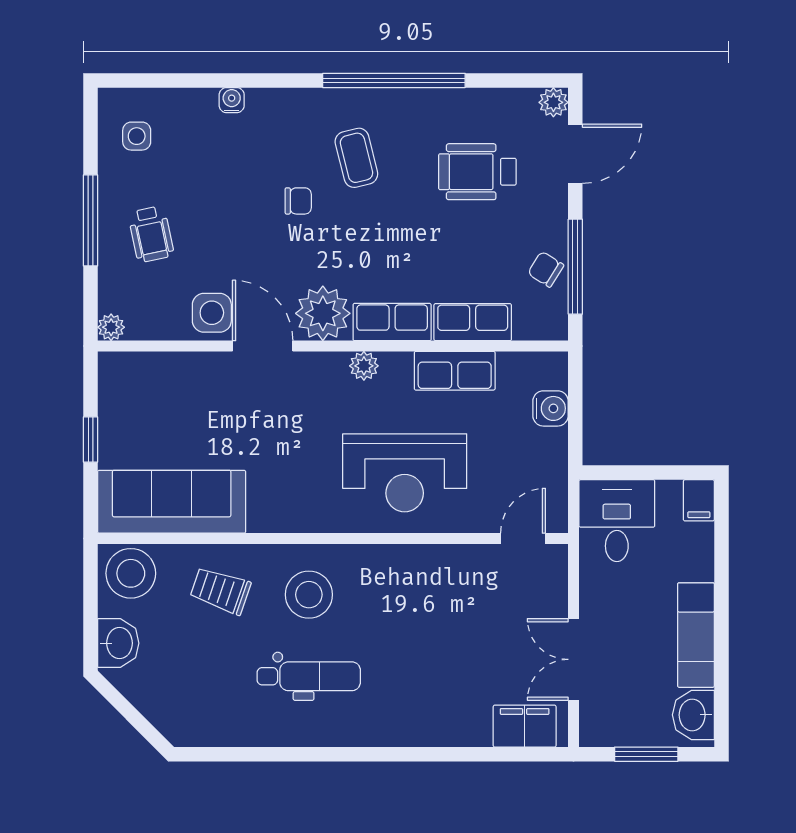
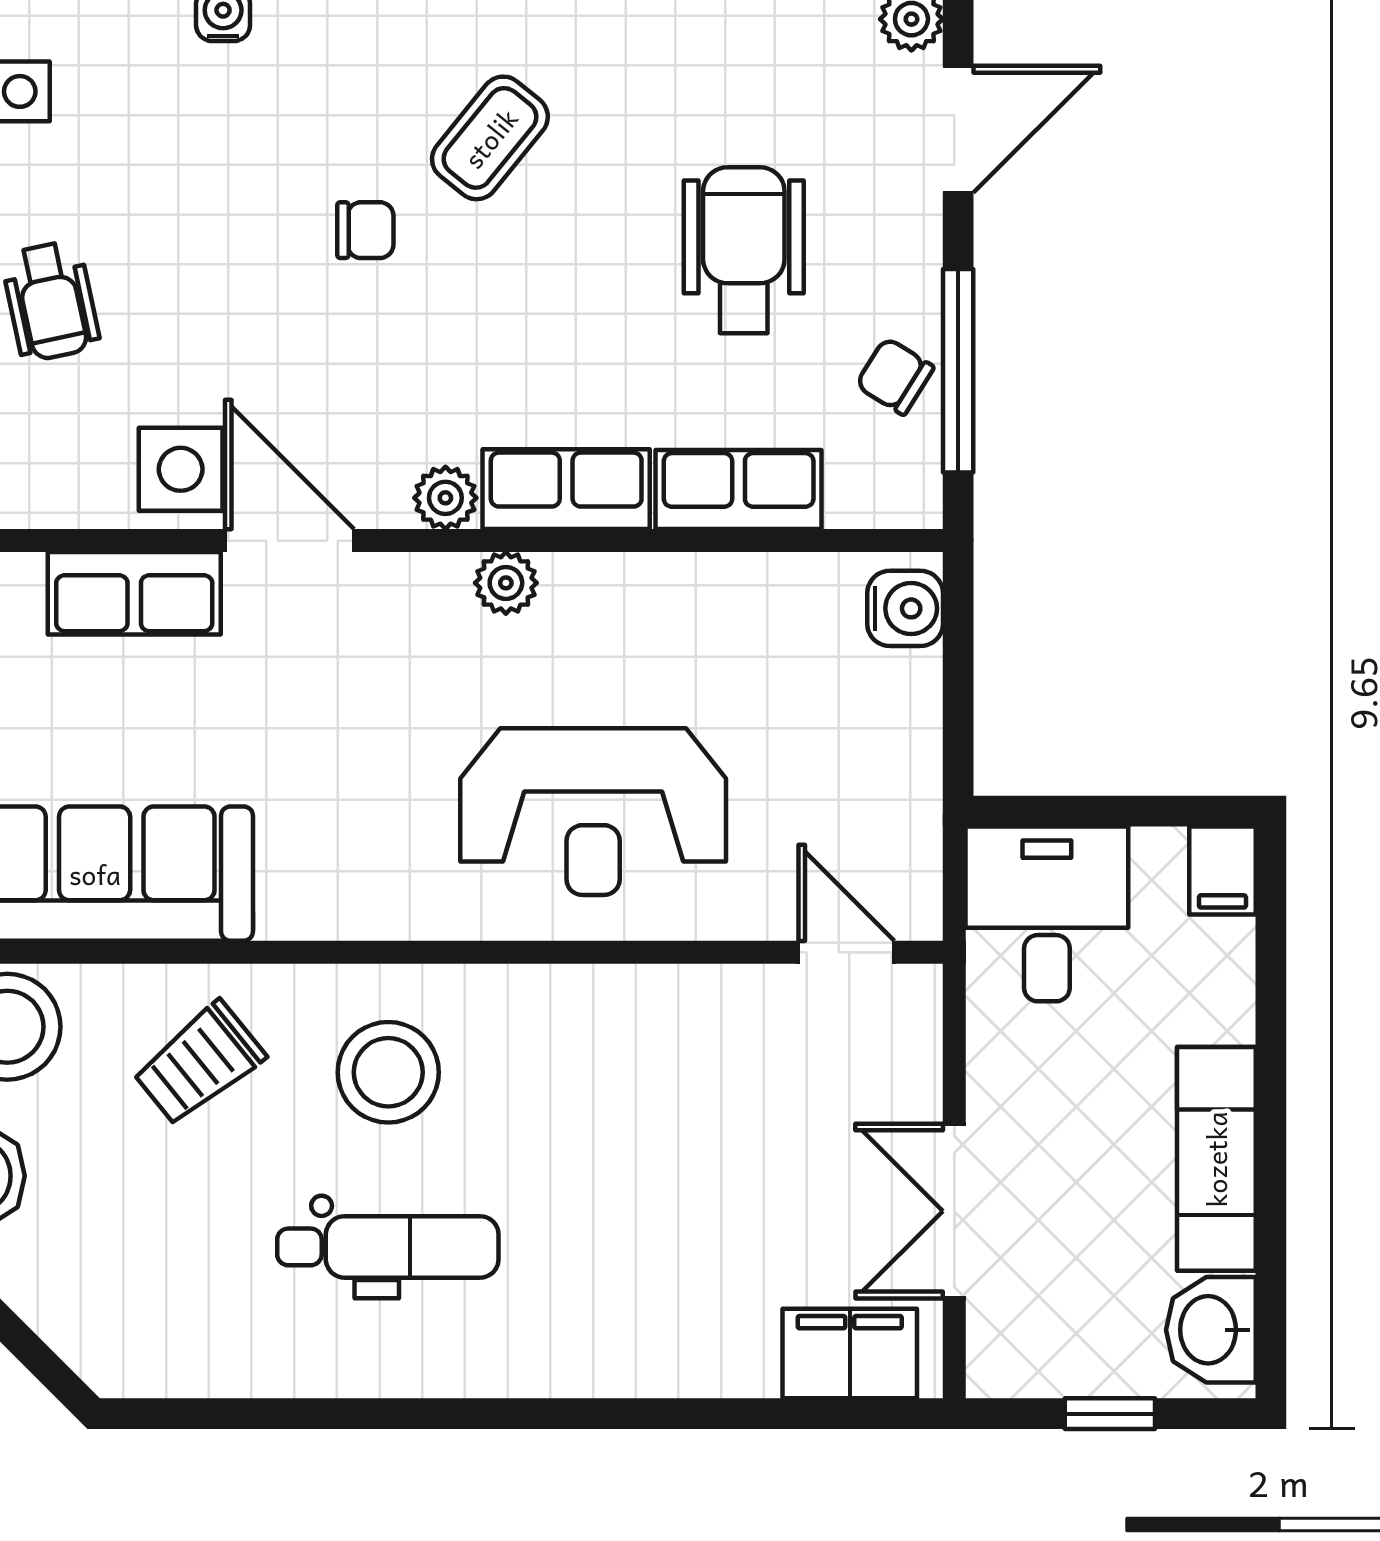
coffee table: (356, 158) -> (490, 138), turned 53
wheelchair: (477, 172) -> (744, 250), moved, turned 90
plant: (323, 313) -> (445, 498), width x0.53, depth x0.53
row of seats: (455, 371) -> (134, 593), moved
water cooler: (551, 408) -> (905, 608), moved
door: (523, 539) -> (846, 952), hinge flipped
trolley: (220, 591) -> (199, 1064), turned -58
window: (646, 754) -> (1110, 1414), width x0.67

